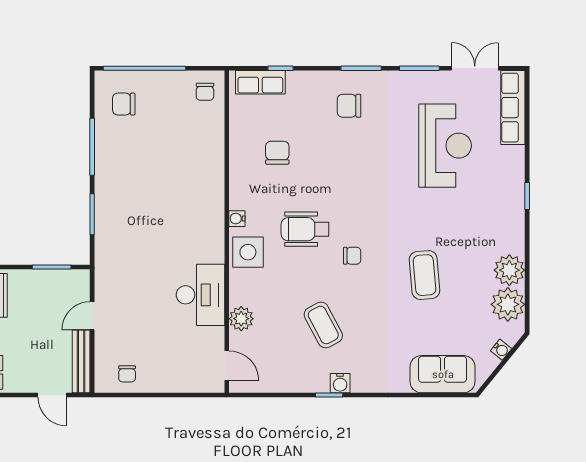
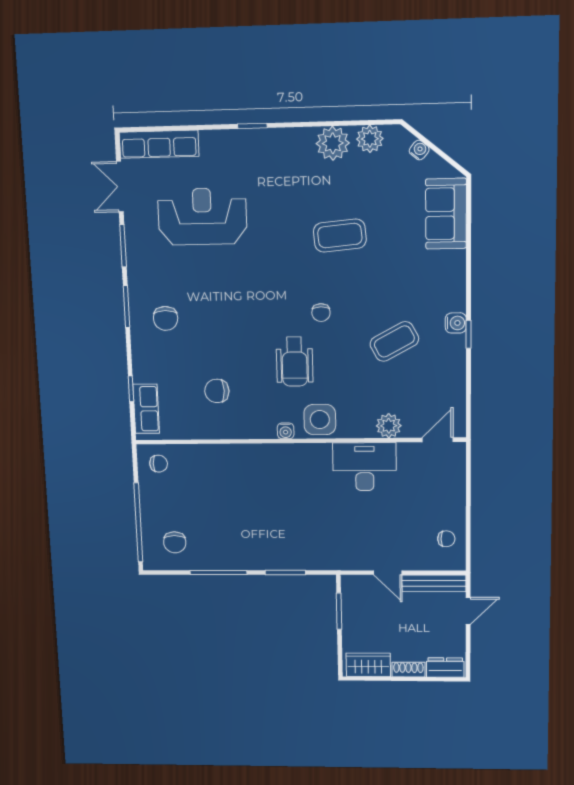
chair: (352, 256) -> (321, 313), turned 180
plant: (508, 304) -> (370, 139), width x0.73, depth x0.73

